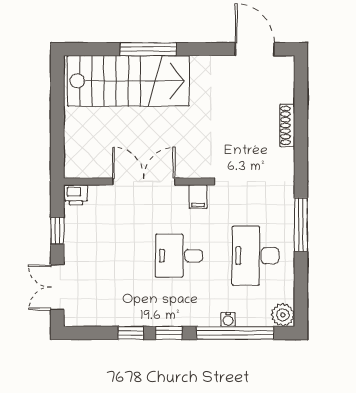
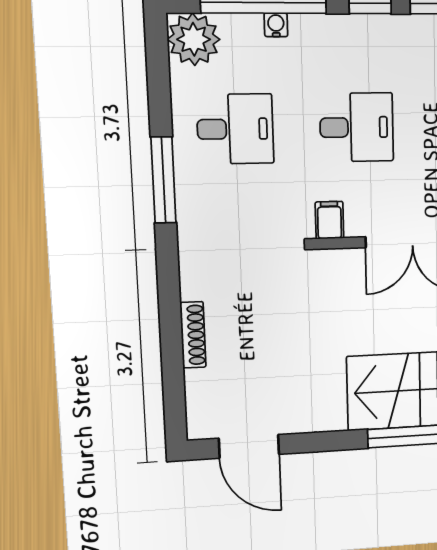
desk: (256, 256) -> (235, 129), width x0.73
plant: (283, 315) -> (194, 39), width x1.36, depth x1.36

